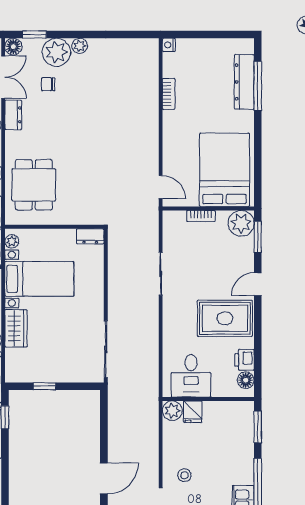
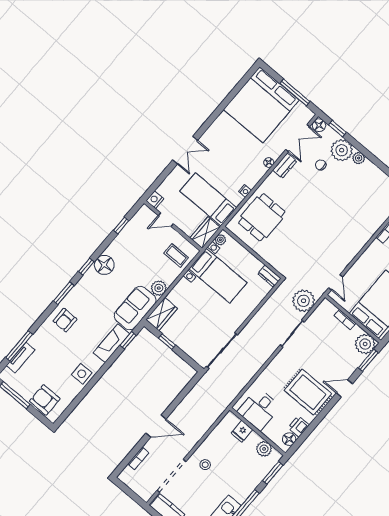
plant: (144, 232) -> (303, 301), added
wardrobe: (16, 328) -> (162, 314), moved
plant: (172, 411) -> (264, 449), moved

